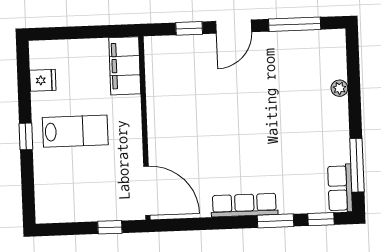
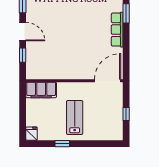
fridge: (43, 80) -> (32, 134), moved
window: (26, 136) -> (62, 144), moved
window: (110, 227) -> (126, 114), moved

